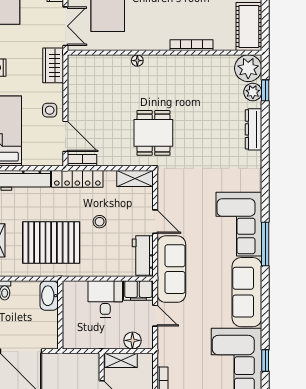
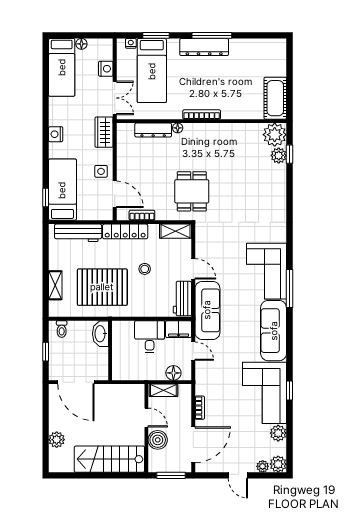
bookcase: (192, 45) -> (202, 114), moved
dresser: (254, 129) -> (153, 130), moved, turned -90
bookcase: (82, 160) -> (142, 215), moved

